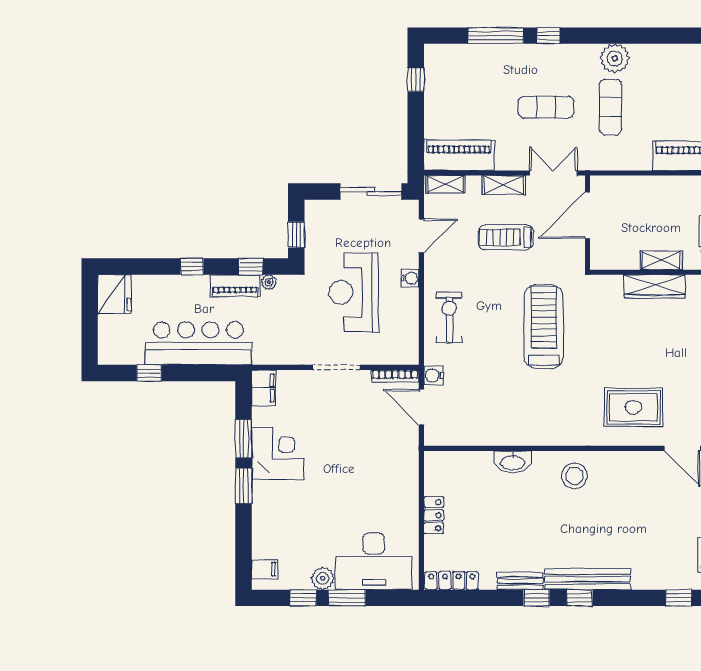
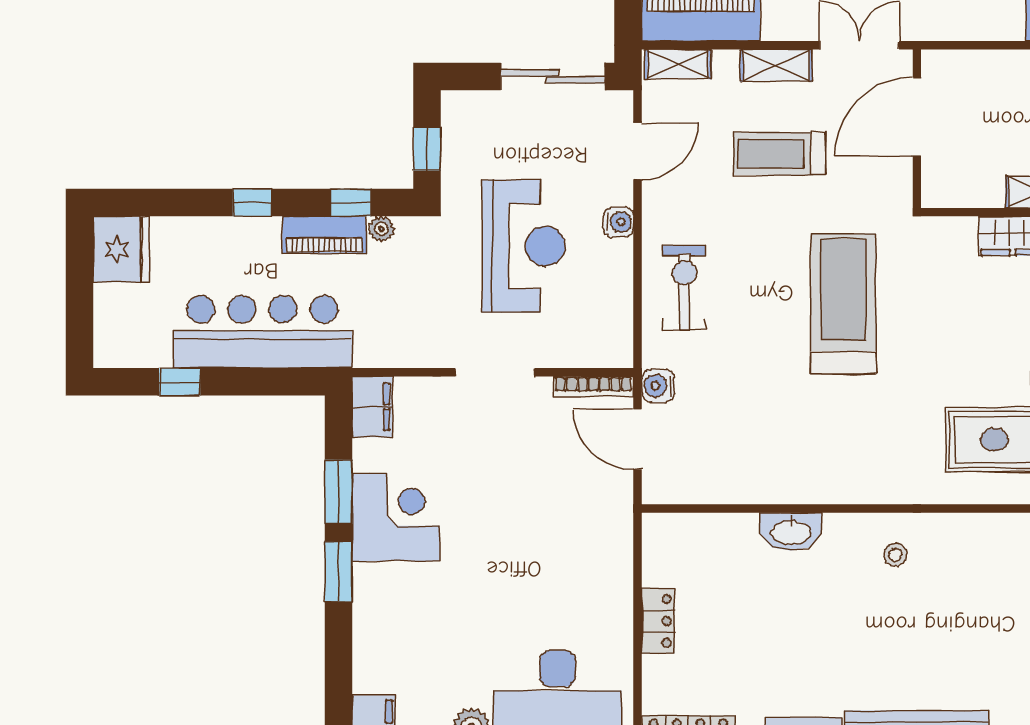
reception desk: (354, 292) -> (524, 246), turned 180
stool: (575, 476) -> (895, 555), width x0.53, depth x0.53

